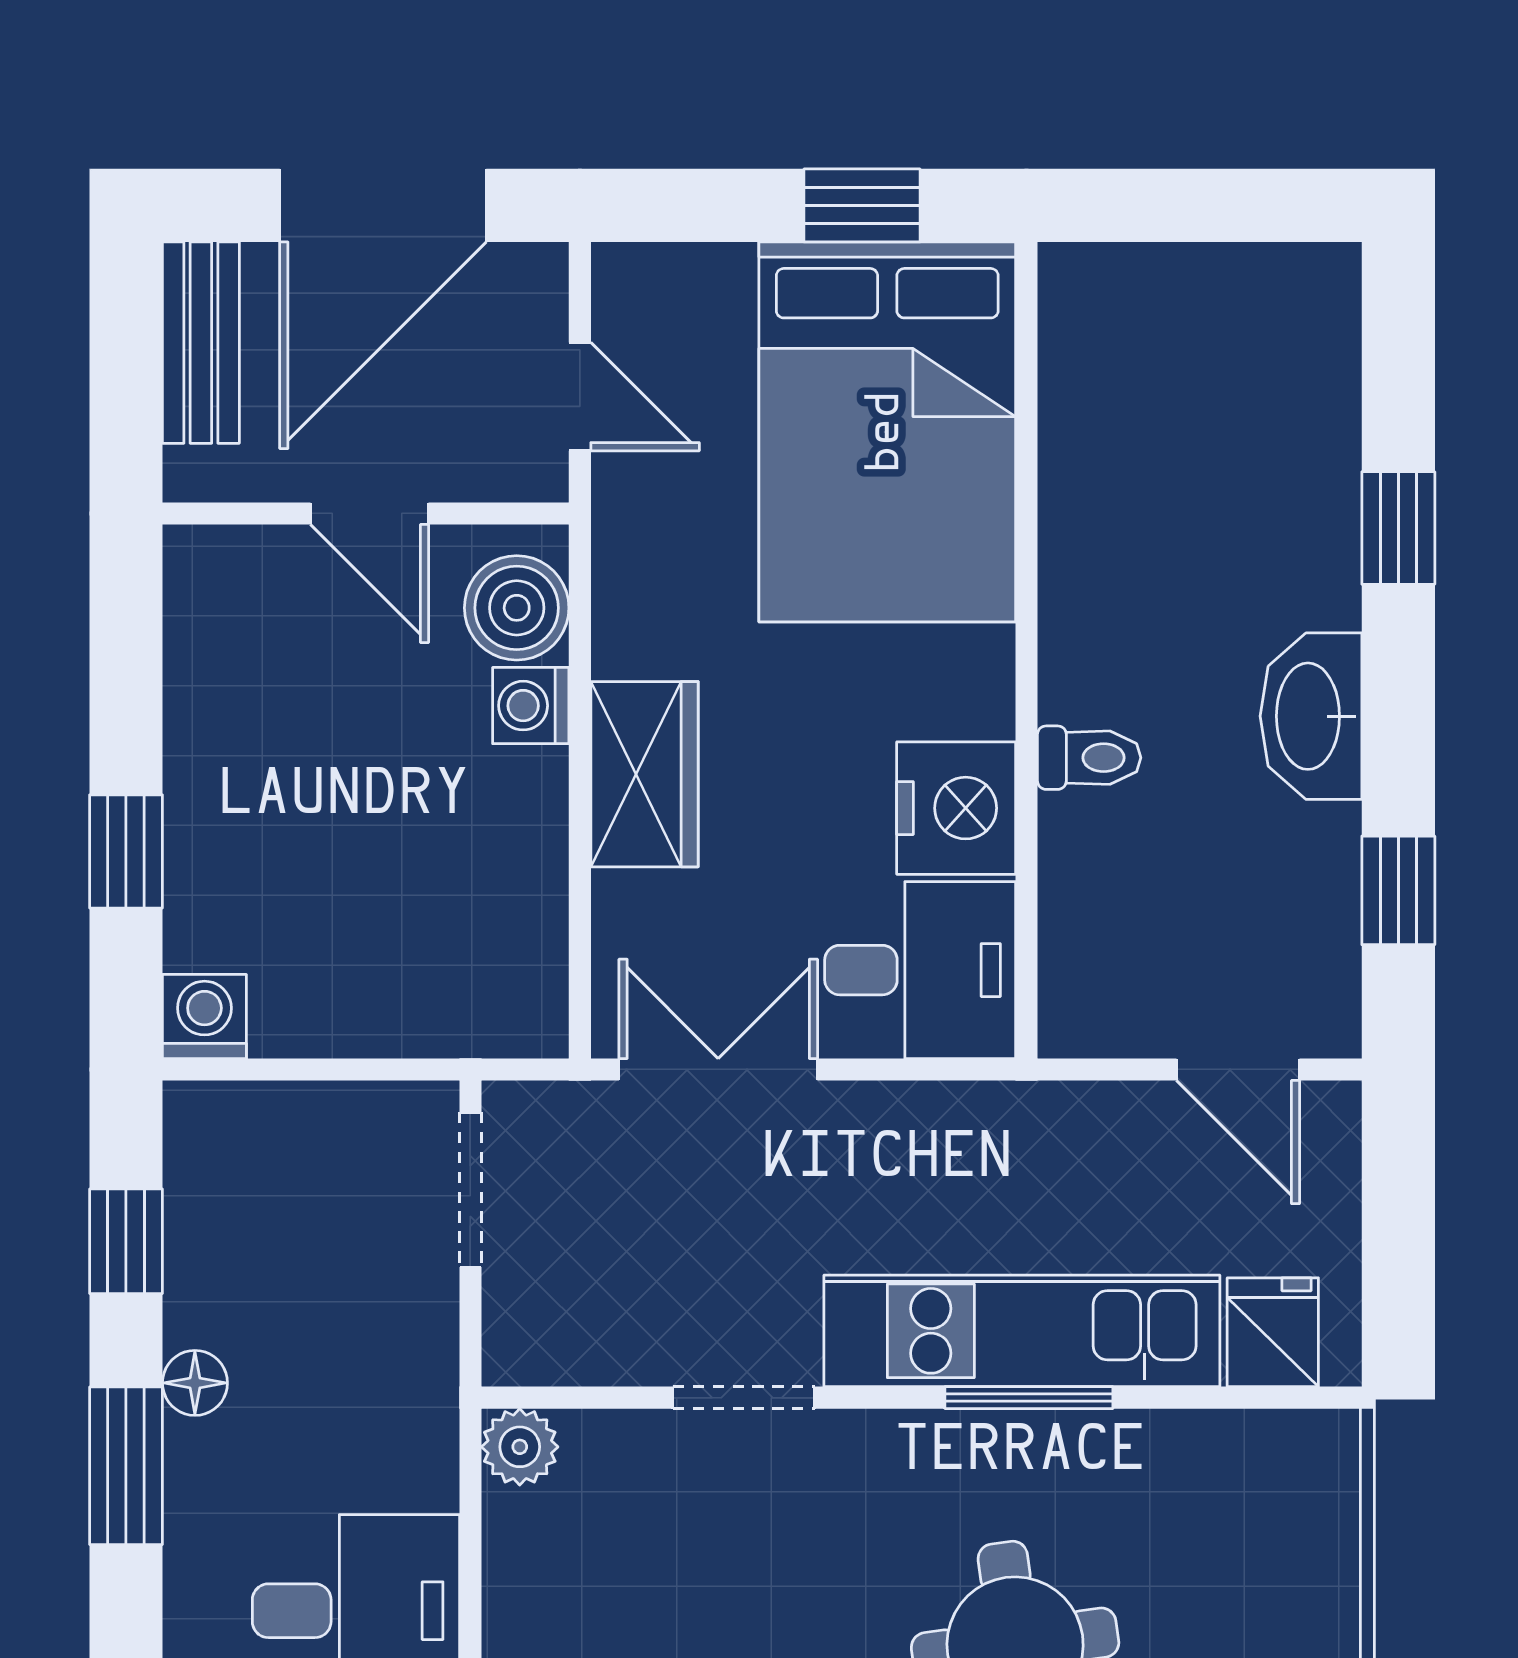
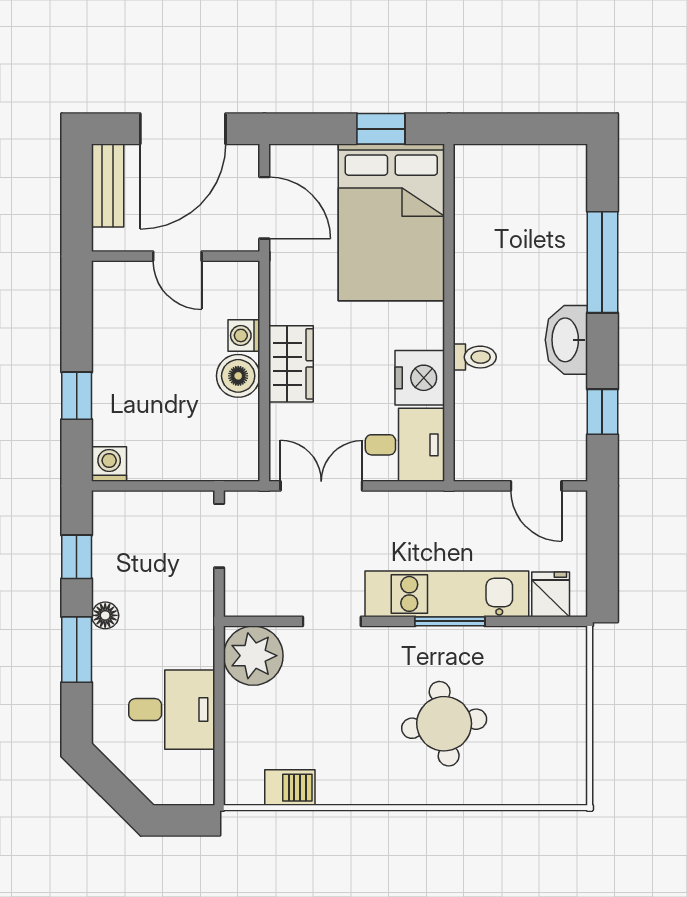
door: (580, 397) -> (264, 208), width x1.38
window: (1398, 528) -> (602, 262), width x2.17
boiler: (517, 608) -> (238, 376), moved
plant: (520, 1447) -> (253, 656), width x1.87, depth x1.87

